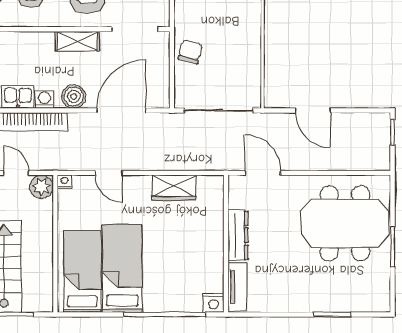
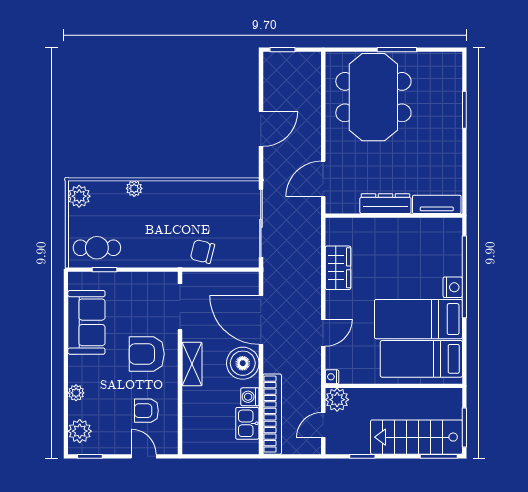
boiler: (74, 97) -> (243, 363), width x1.37, depth x1.37
nightstand: (214, 303) -> (453, 287), moved

